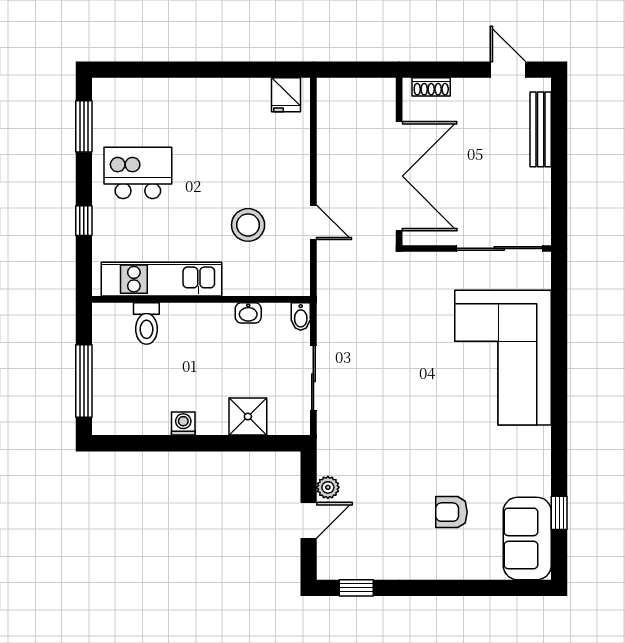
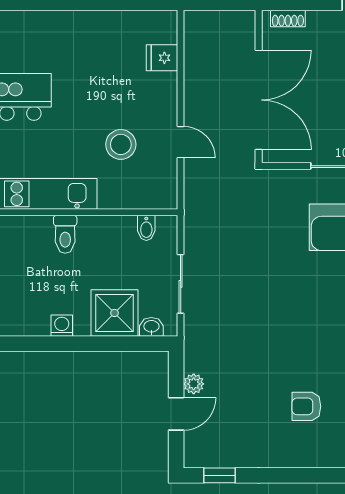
fridge: (286, 95) -> (162, 58), moved, turned 90
washbasin: (248, 313) -> (151, 327), moved, turned 180
bidet: (301, 316) -> (146, 228), moved
toilet: (146, 323) -> (65, 234), moved
shower: (248, 417) -> (114, 313), width x1.36, depth x1.36

